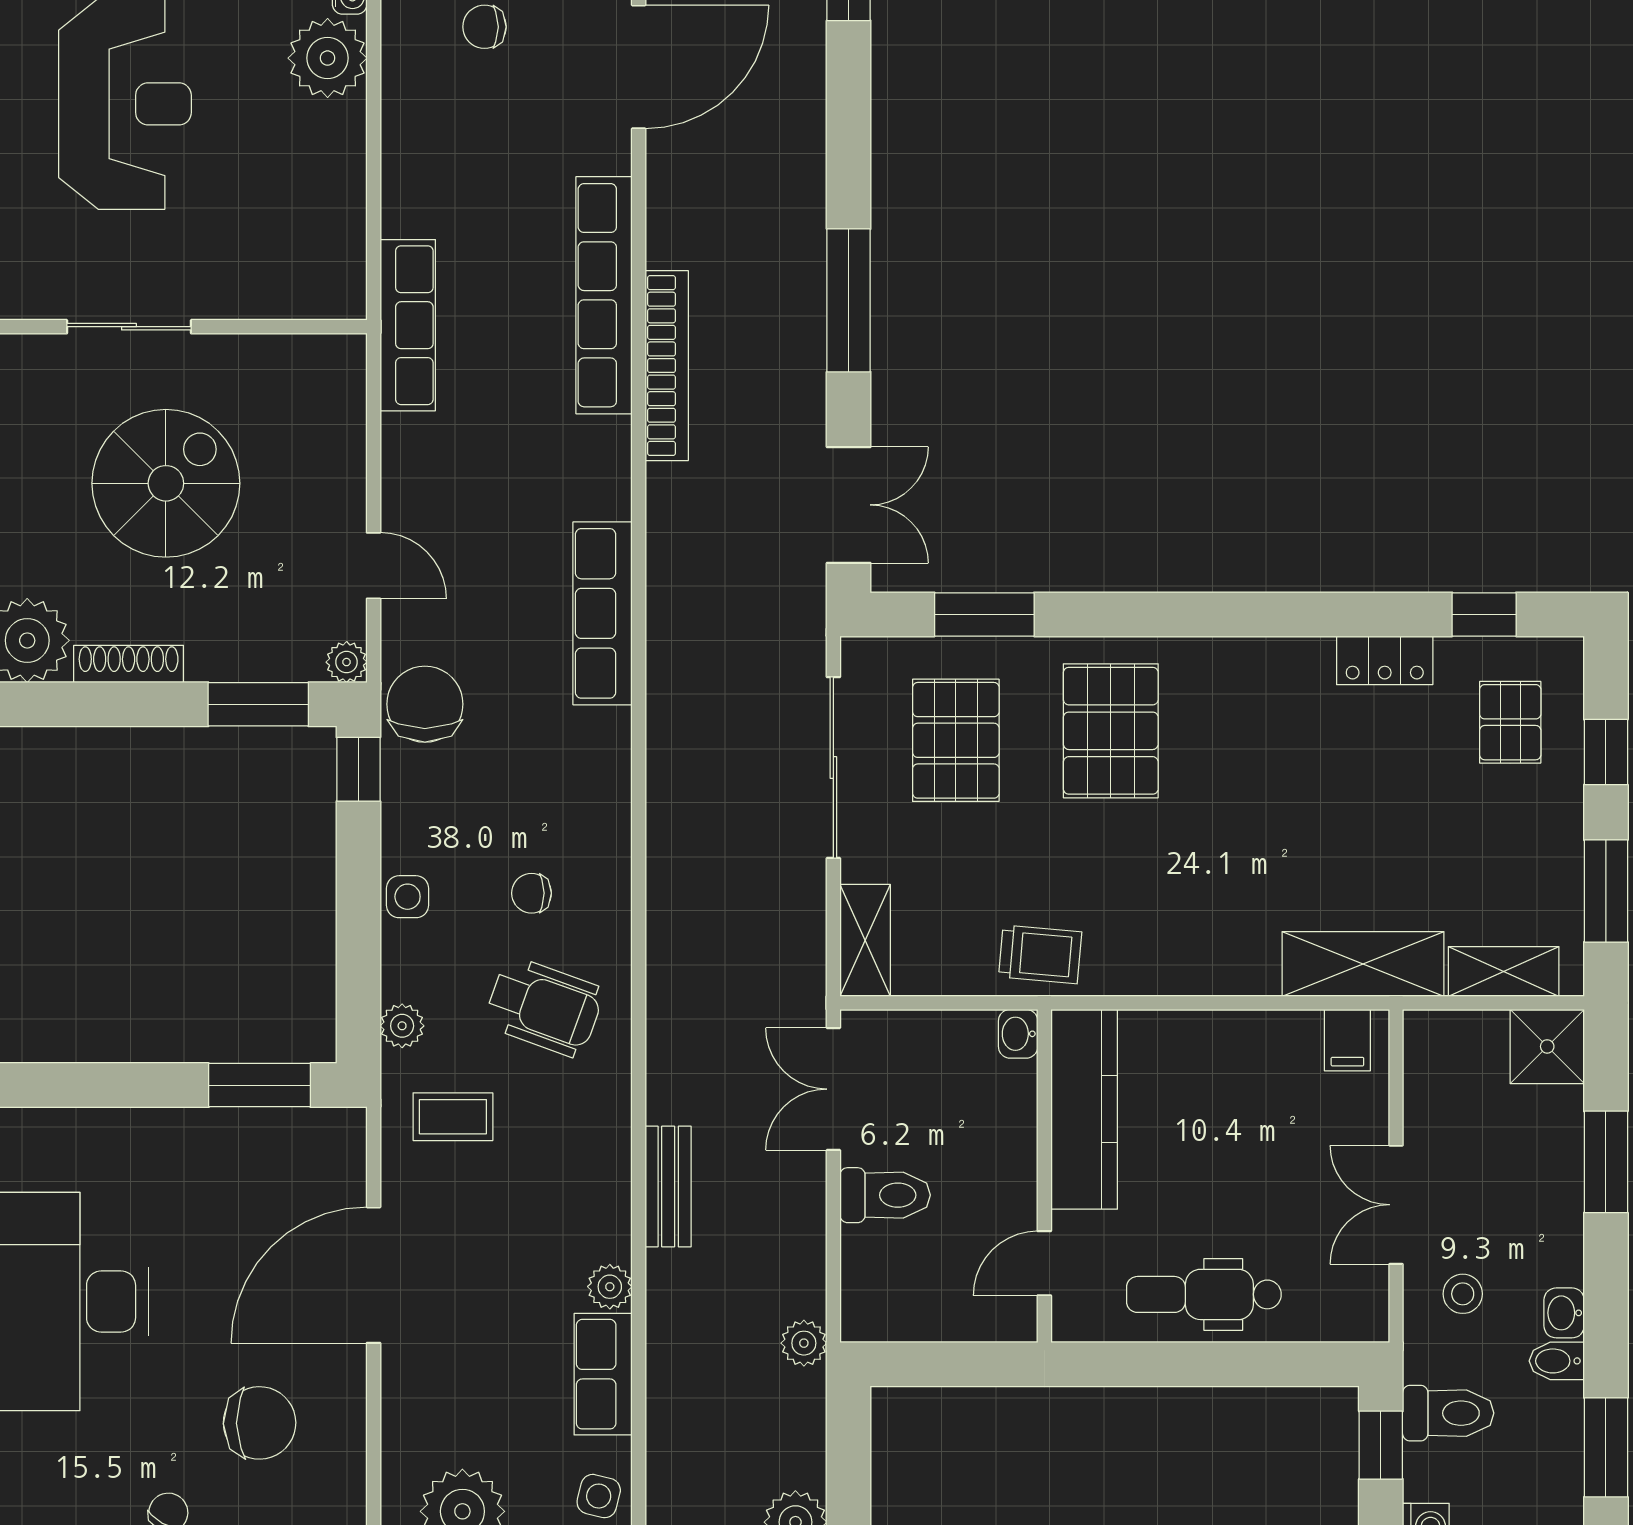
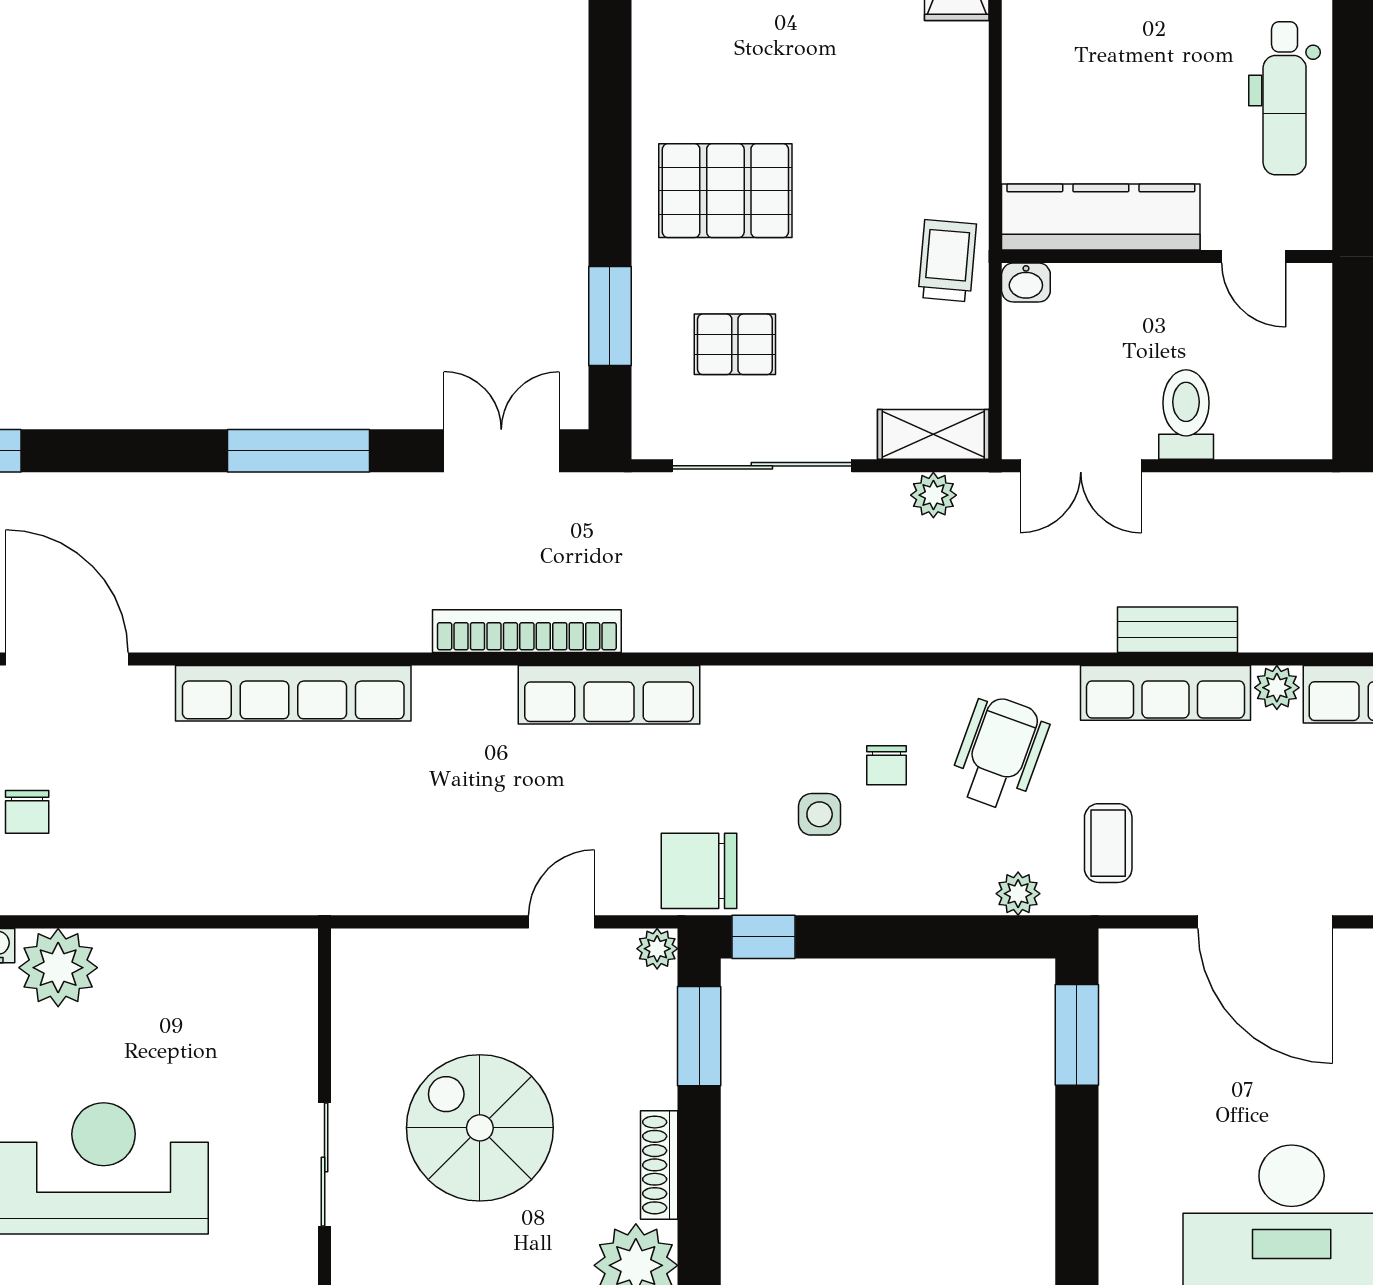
row of seats: (408, 325) -> (1165, 693), moved, turned 180
bookcase: (667, 366) -> (527, 631), moved
pallet: (956, 740) -> (735, 344), width x0.67, depth x0.71
side table: (408, 897) -> (820, 814), moved
plant: (804, 1343) -> (933, 495), moved

